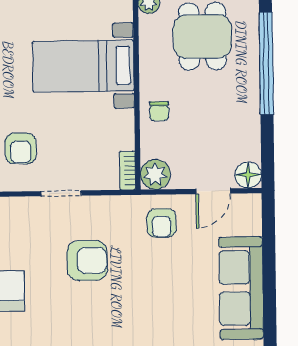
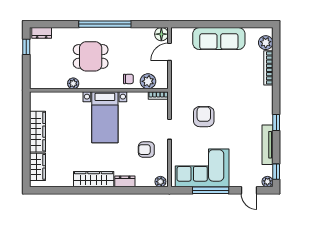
armchair: (21, 148) -> (146, 150), turned 180
plant: (155, 174) -> (148, 81), moved
door: (213, 191) -> (169, 52), swing flipped
armchair: (162, 223) -> (185, 78), removed

